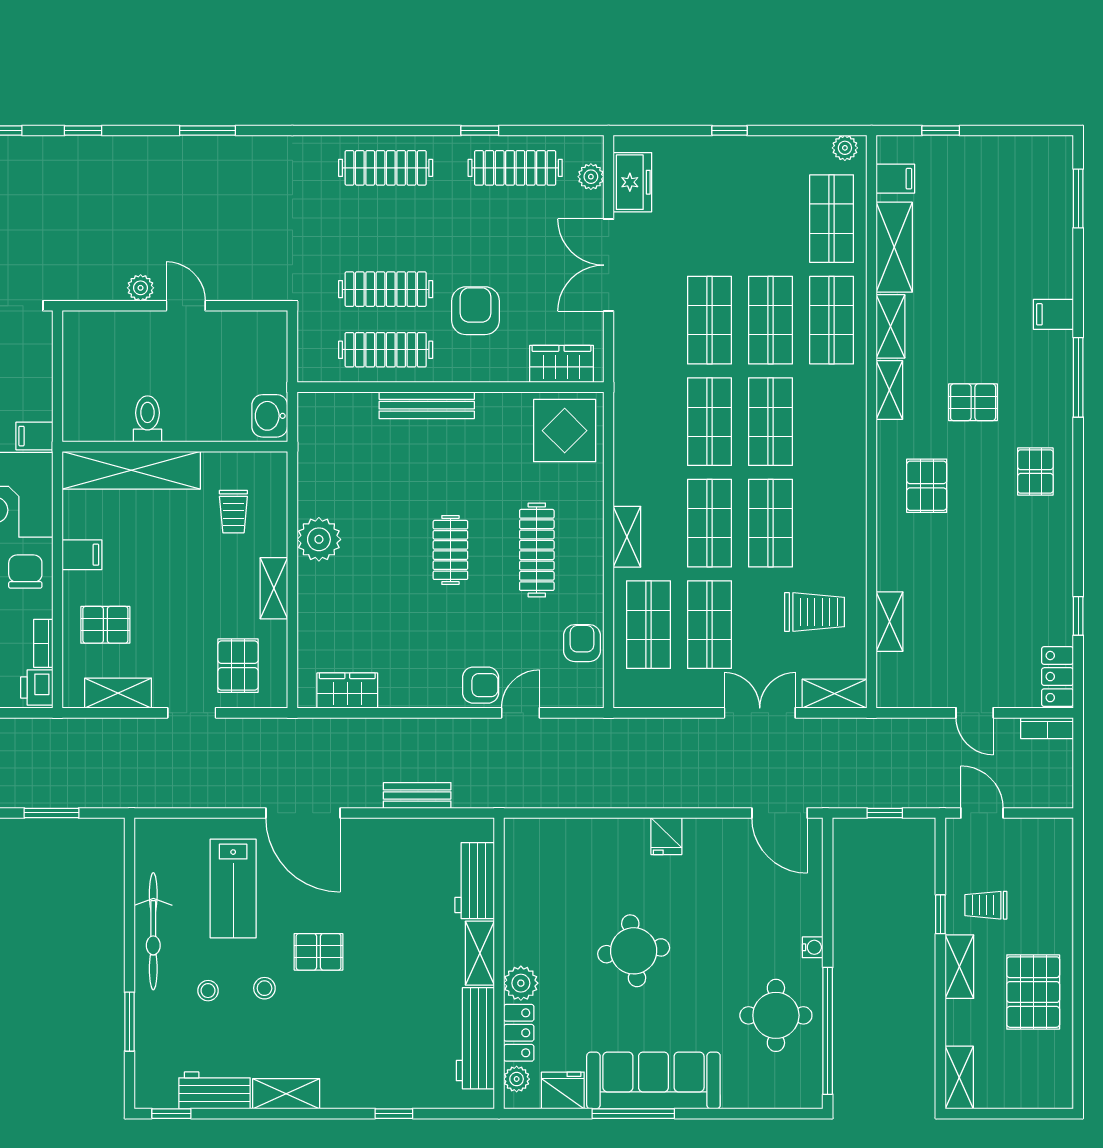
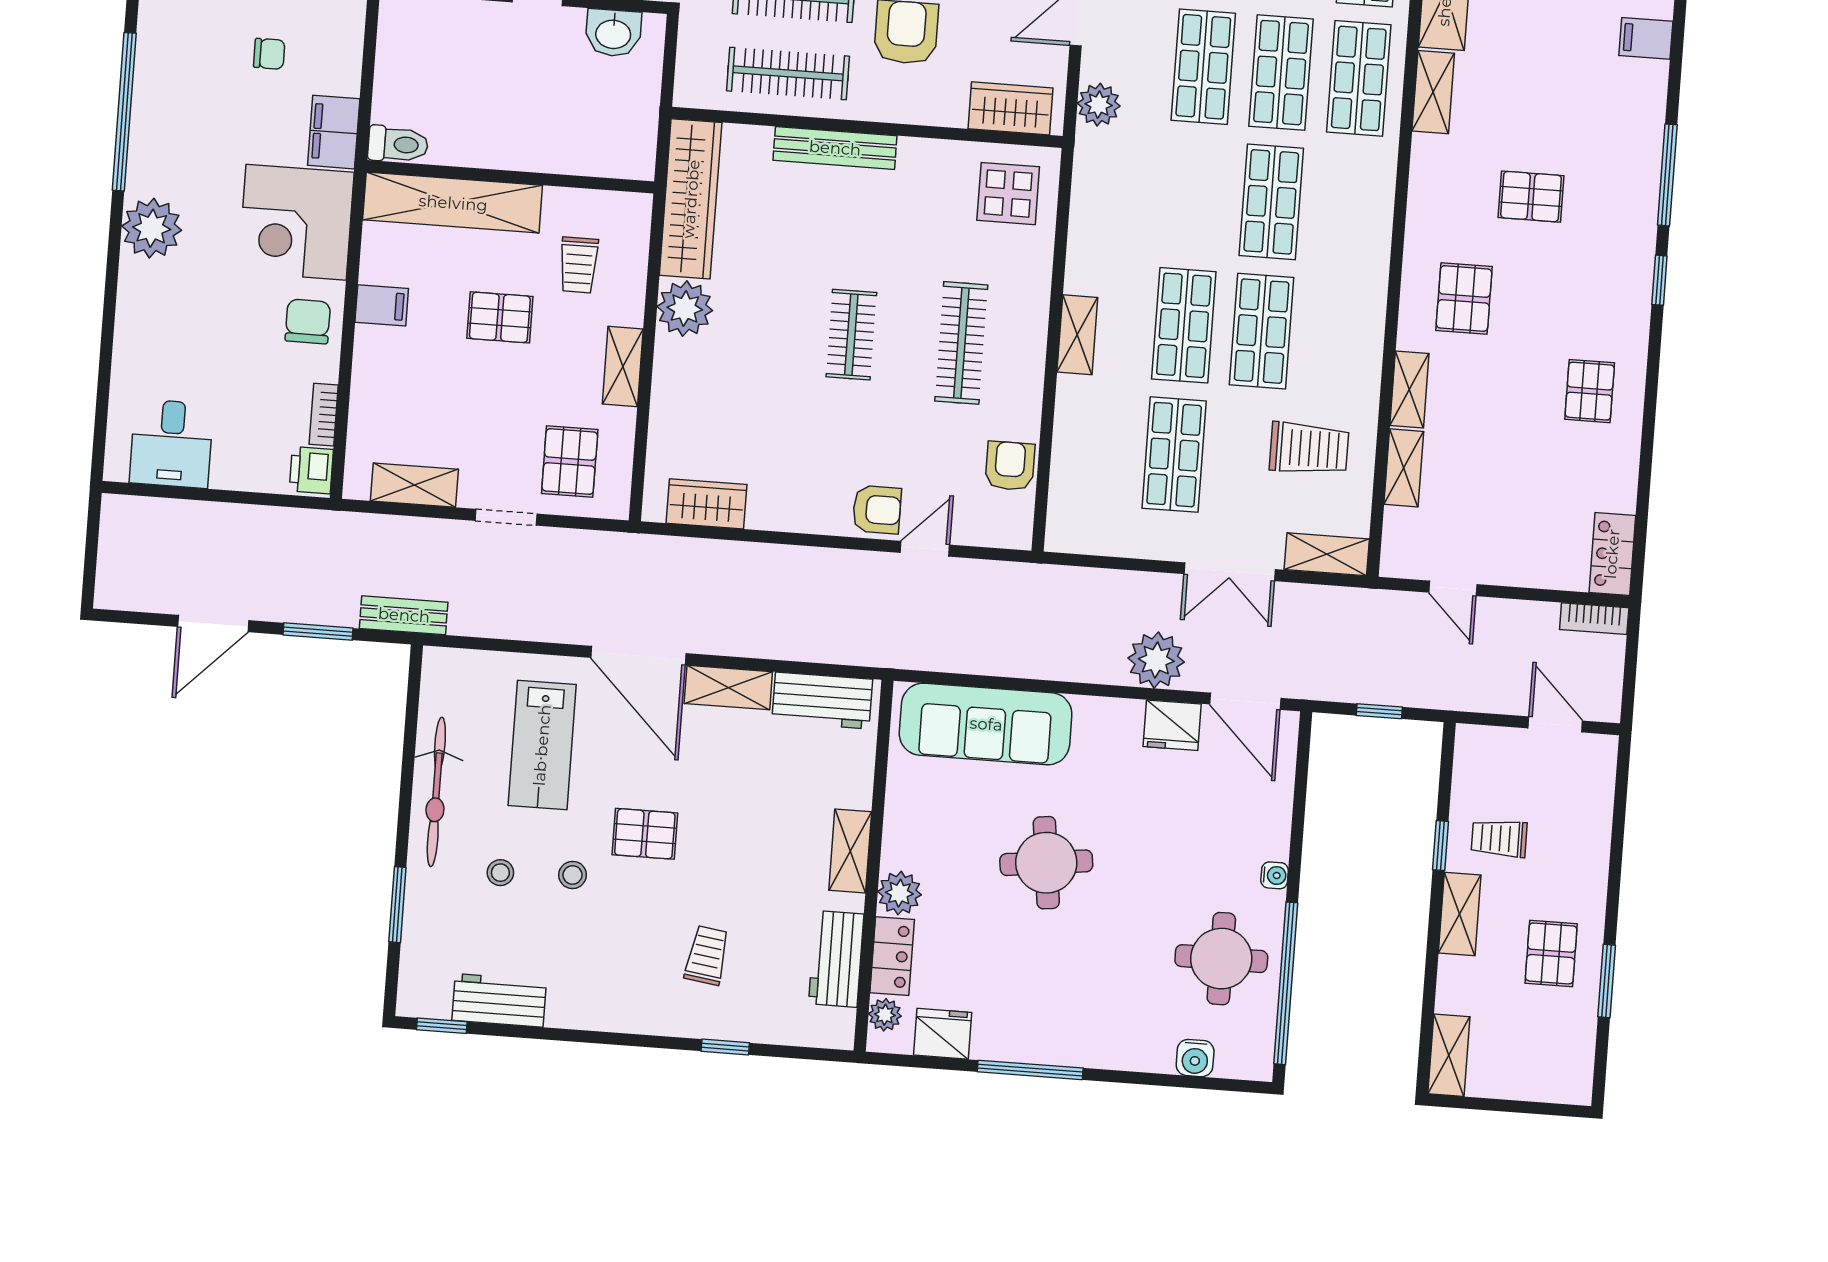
filing cabinet: (1053, 314) -> (1646, 38), moved
plant: (630, 356) -> (1099, 105), added
shelving: (889, 390) -> (1409, 389), moved
washbasin: (270, 416) -> (613, 33), moved, turned -90
toilet: (147, 419) -> (398, 144), moved, turned 90
shop shelf: (710, 422) -> (1194, 196), removed
display table: (565, 431) -> (1008, 194), width x0.73, depth x0.73
filing cabinet: (34, 436) -> (334, 132), width x2.00
wardrobe: (317, 453) -> (691, 199), added
pallet: (1035, 472) -> (1590, 391), moved
window: (1078, 616) -> (1659, 280), moved
pallet: (105, 625) -> (500, 317), moved
shop shelf: (649, 625) -> (1096, 449), removed
double door: (760, 713) -> (1230, 572), swing flipped
door: (975, 713) -> (1453, 588), moved
plant: (708, 786) -> (1156, 660), added
bench: (417, 795) -> (404, 615), moved
door: (982, 813) -> (1555, 724), moved
fridge: (666, 836) -> (1172, 725), moved, width x1.38
workbench: (475, 881) -> (822, 701), moved, turned -90
pallet: (1033, 992) -> (1551, 953), width x0.67, depth x0.71
window: (1078, 1010) -> (1607, 981), added
workbench: (475, 1038) -> (836, 959), width x0.73
trolley: (374, 1043) -> (707, 955), added
sofa: (653, 1080) -> (986, 724), moved, turned 180
shelving: (286, 1094) -> (728, 688), moved
water cooler: (761, 1095) -> (1195, 1058), added

